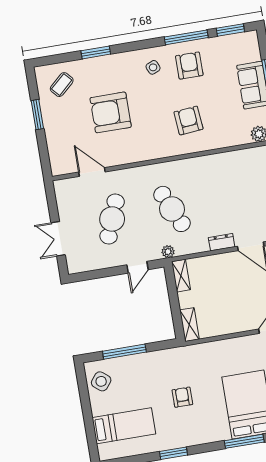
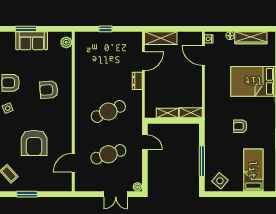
cafe table: (112, 219) -> (108, 154), turned -39
plant: (168, 252) -> (138, 187), moved
shelving: (181, 276) -> (167, 113), moved

